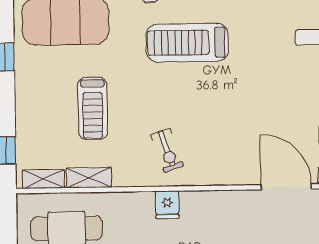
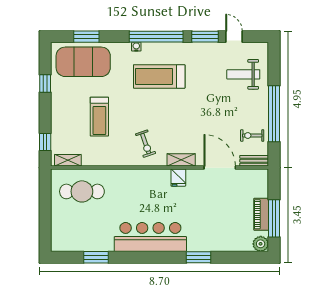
shelving: (89, 178) -> (181, 160), moved
fridge: (167, 205) -> (178, 178), moved

